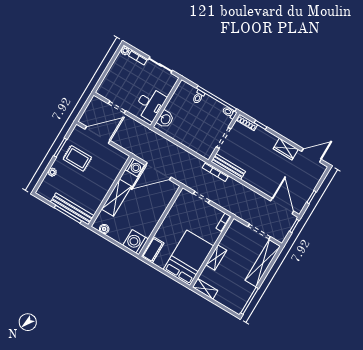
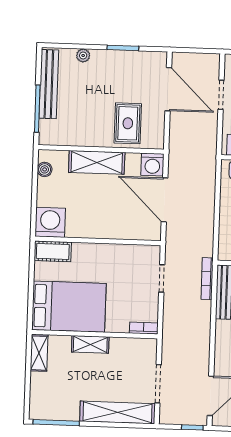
rug: (77, 158) -> (128, 123), moved
bench: (72, 209) -> (49, 84), moved

